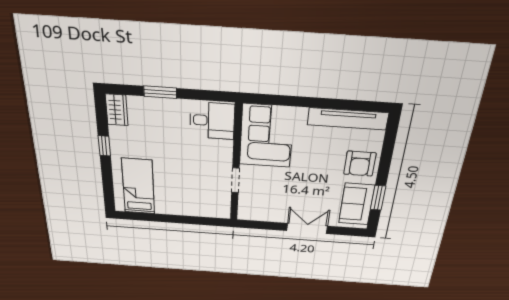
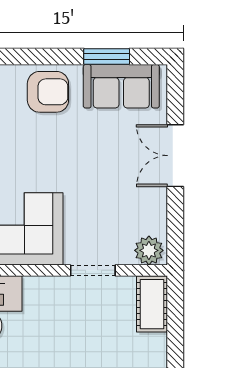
cot: (212, 210) -> (152, 304), added
plant: (247, 211) -> (149, 250), added

